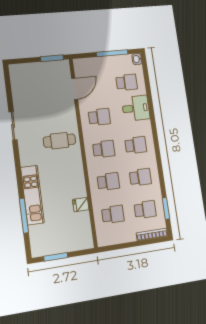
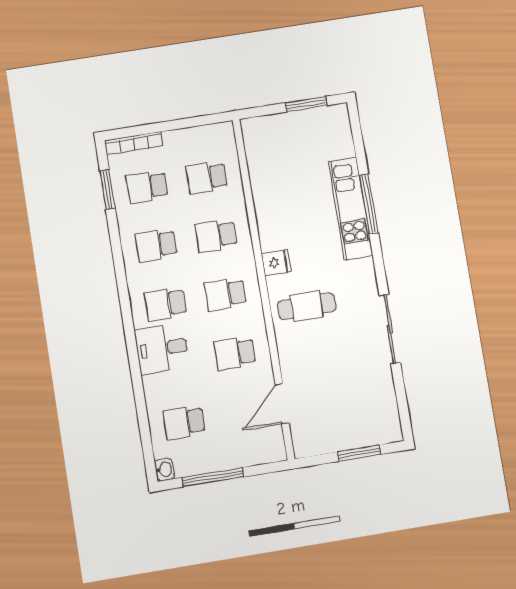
window: (52, 58) -> (359, 453), moved
desk: (136, 108) -> (162, 348), moved
sliding door: (13, 126) -> (390, 329), width x1.37
fridge: (81, 205) -> (276, 263), moved
window: (24, 216) -> (369, 204), moved

